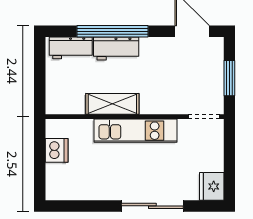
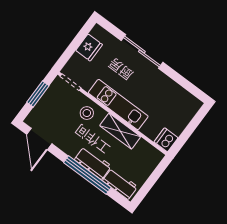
stool: (162, 97) -> (87, 113), added
dishwasher: (57, 150) -> (166, 140), moved
fridge: (212, 186) -> (89, 48), moved

